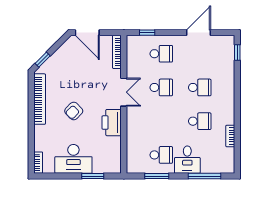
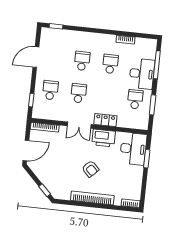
door: (198, 33) -> (36, 57), hinge flipped
double door: (124, 92) -> (79, 125), swing flipped
bookcase: (40, 99) -> (92, 198), moved
locker: (133, 122) -> (105, 120), added
desk: (73, 159) -> (133, 149), moved
desk: (187, 160) -> (142, 74), width x1.37

